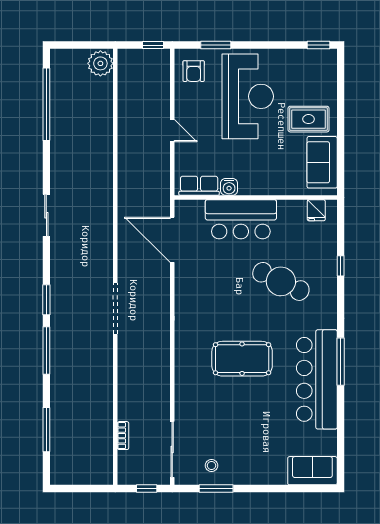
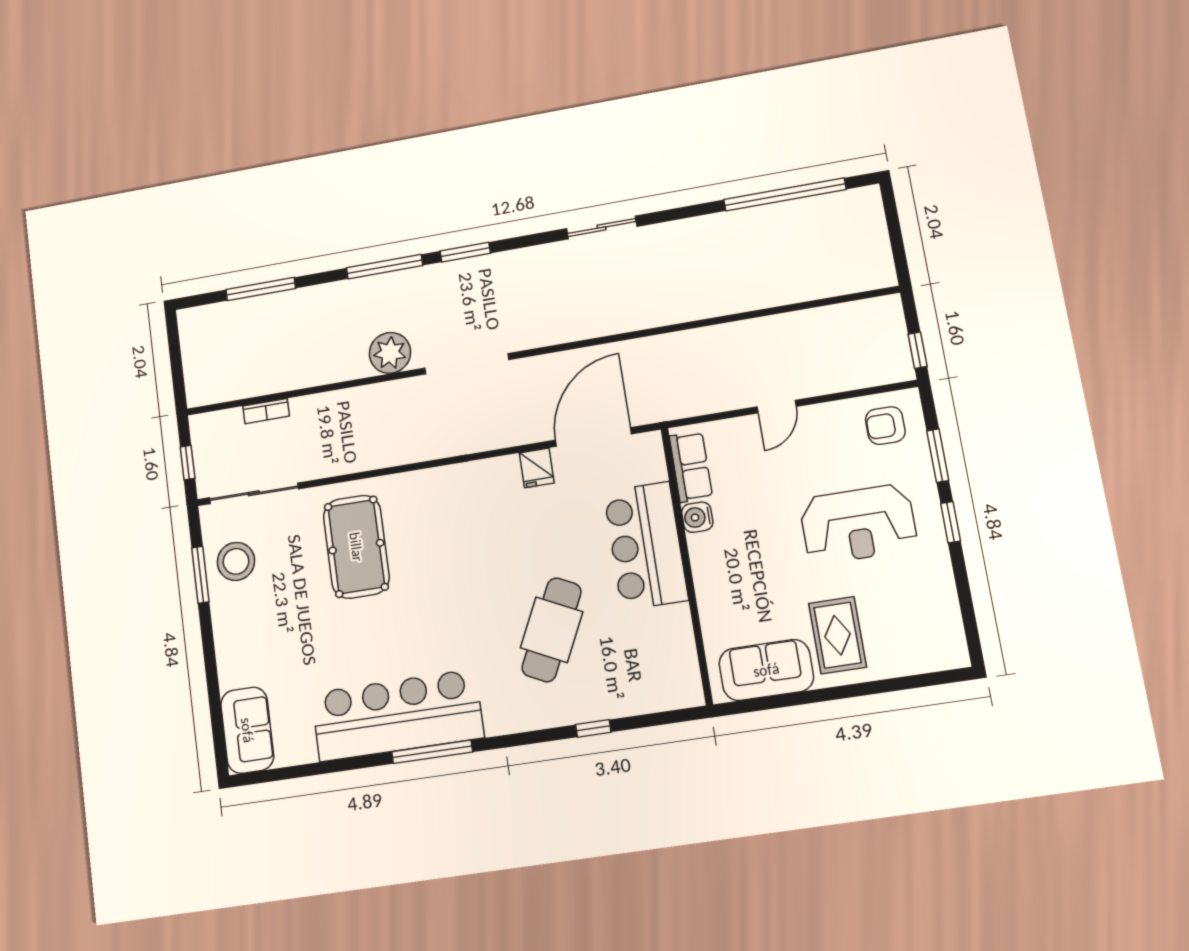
window: (318, 45) -> (951, 522), moved
plant: (100, 63) -> (390, 353), moved
reception desk: (248, 96) -> (858, 524), width x0.74, depth x0.77
fridge: (316, 210) -> (537, 468), moved, turned -90
pool table: (242, 359) -> (356, 547), moved
stool: (212, 466) -> (236, 561), width x1.89, depth x1.89

